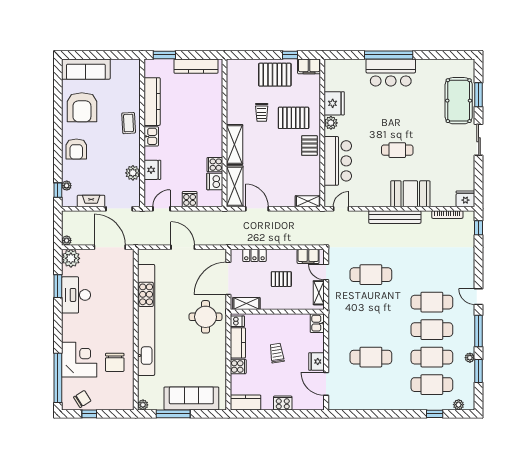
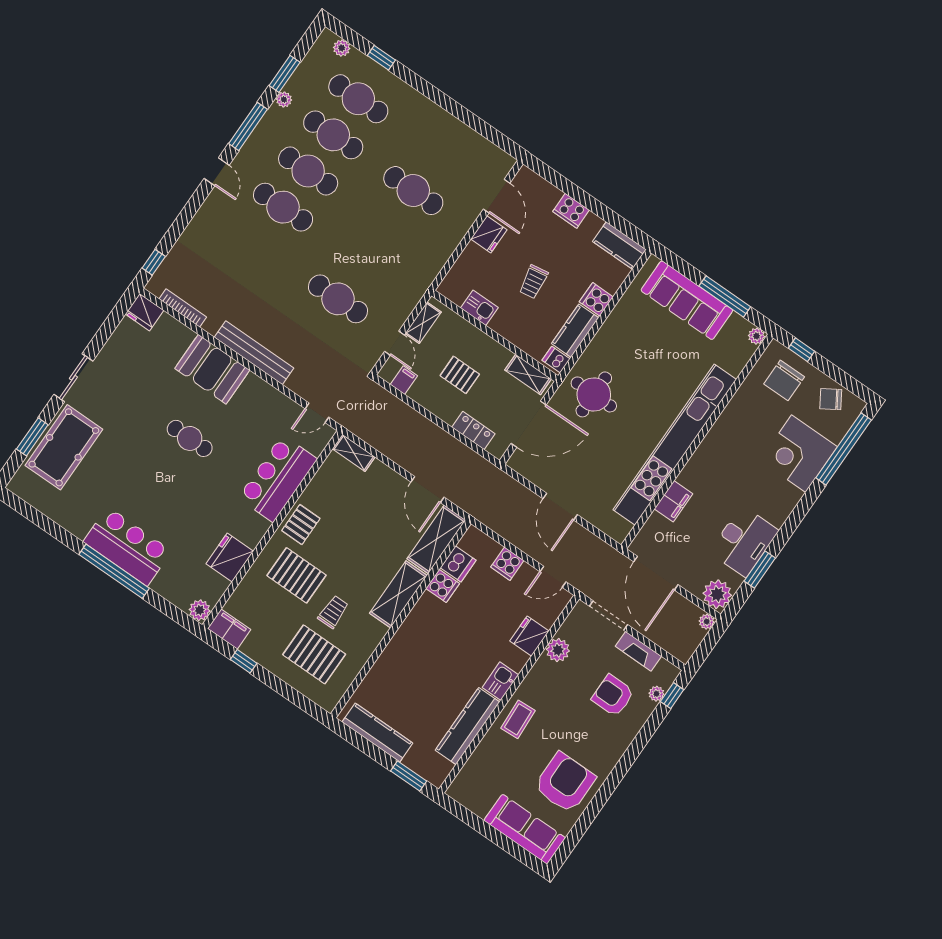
pallet: (275, 75) -> (314, 654), moved
plant: (331, 123) -> (200, 610), moved
armchair: (76, 149) -> (613, 696), moved, turned -90
filing cabinet: (308, 256) -> (404, 380), width x0.50
filing cabinet: (127, 290) -> (673, 501), added
kitchen sink: (317, 323) -> (479, 308), moved, turned -90
chair: (115, 362) -> (784, 380), moved, turned 180
window: (89, 414) -> (802, 350), moved

